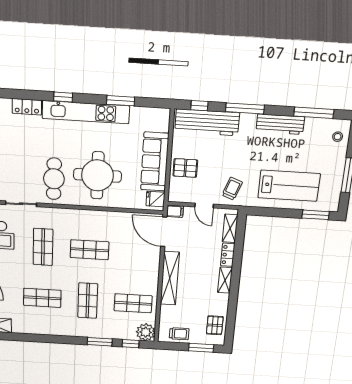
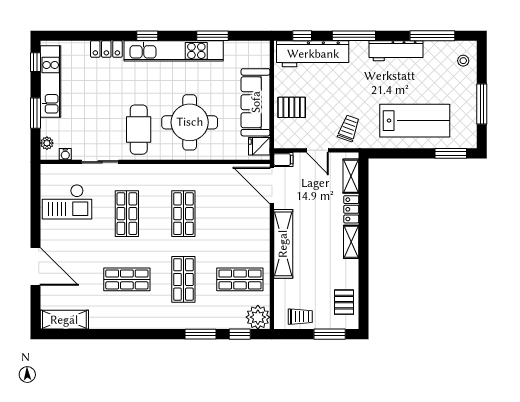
shop shelf: (90, 250) -> (183, 214), turned 90

